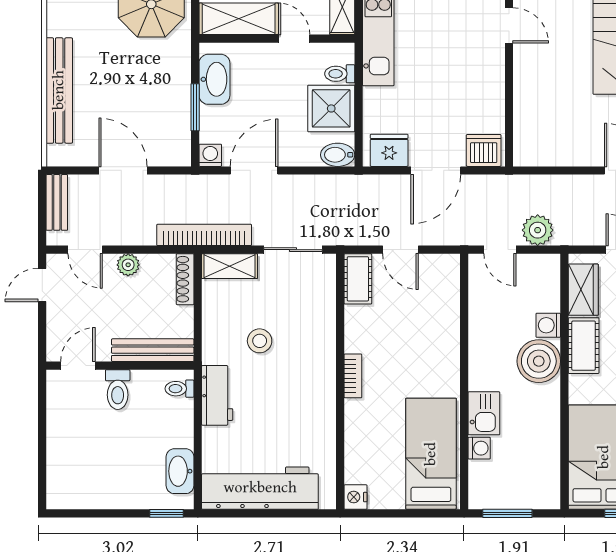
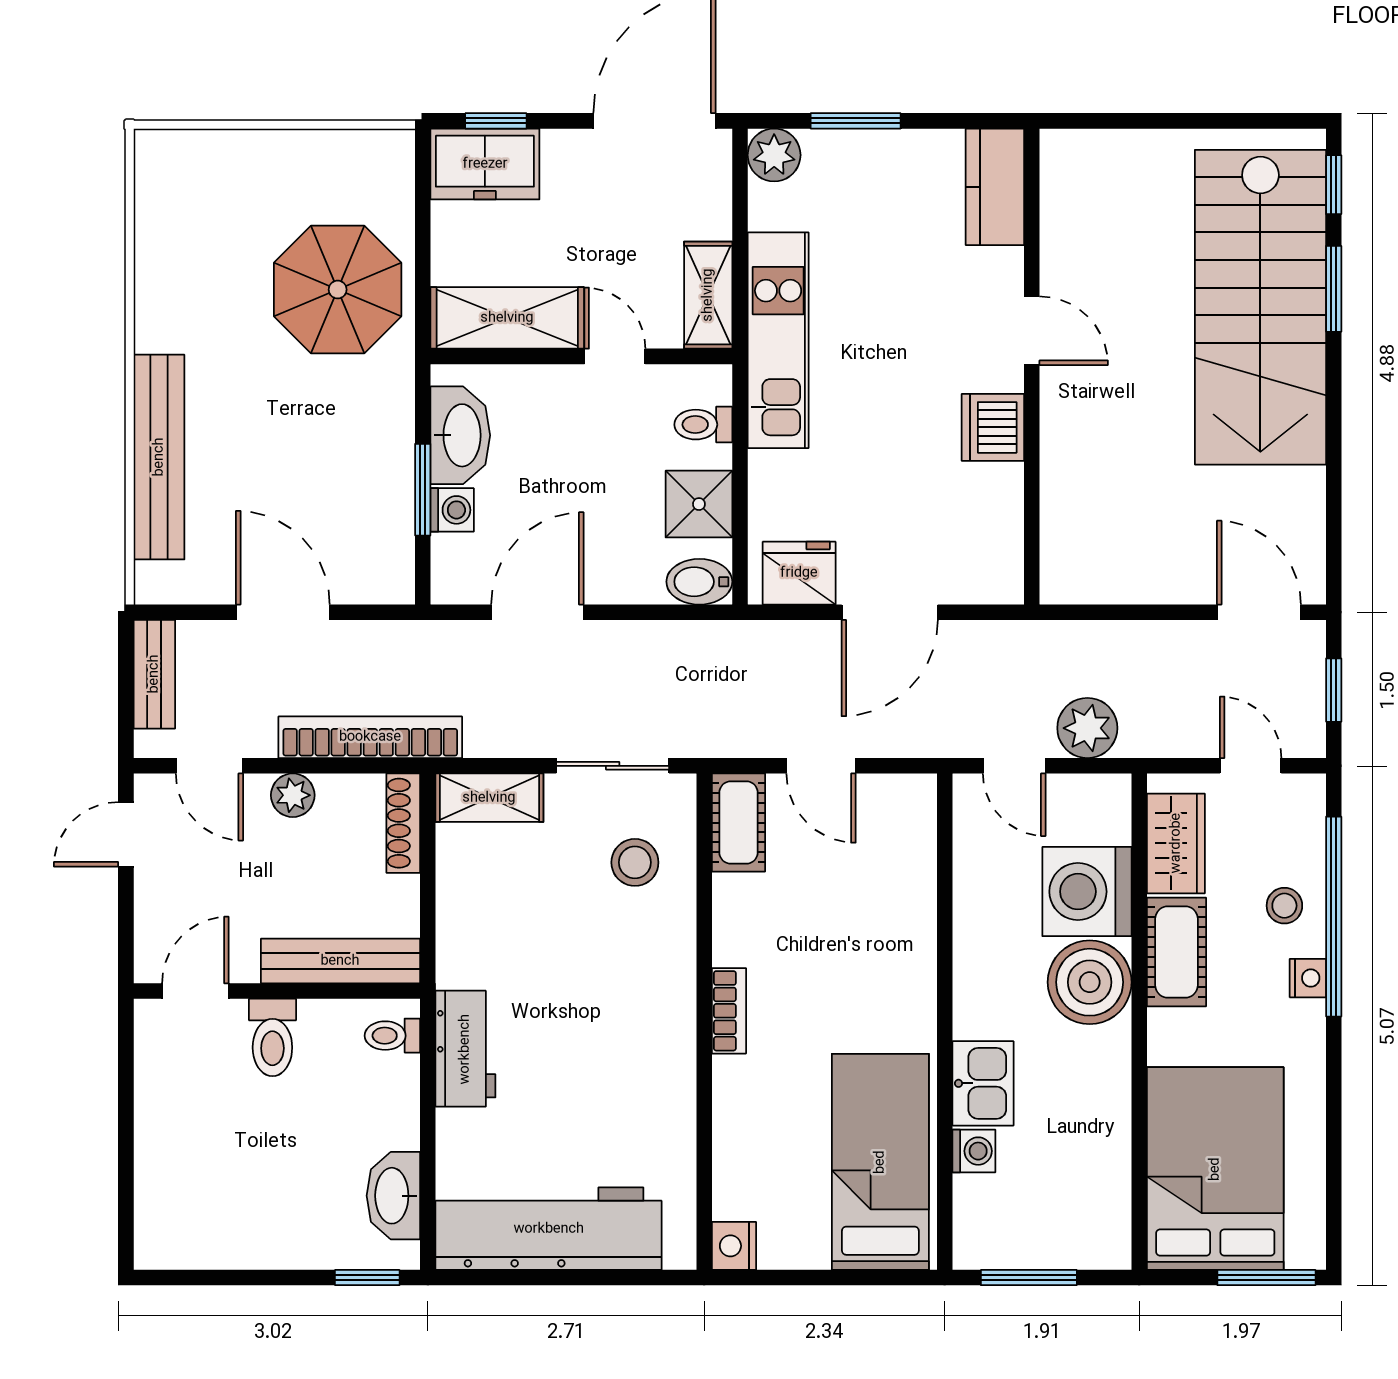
shower: (331, 108) -> (699, 504), width x0.73, depth x0.73
dishwasher: (484, 150) -> (993, 427), moved, turned -90
washing machine: (210, 155) -> (452, 510), moved, turned 90
bookcase: (204, 235) -> (370, 737), moved
washing machine: (548, 325) -> (1087, 892), width x1.89, depth x1.89
stool: (260, 341) -> (635, 862), moved

